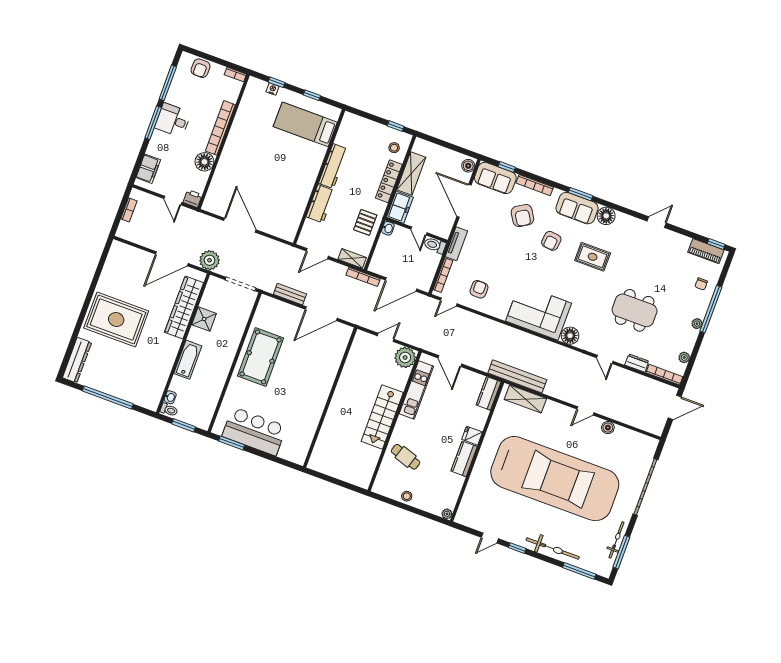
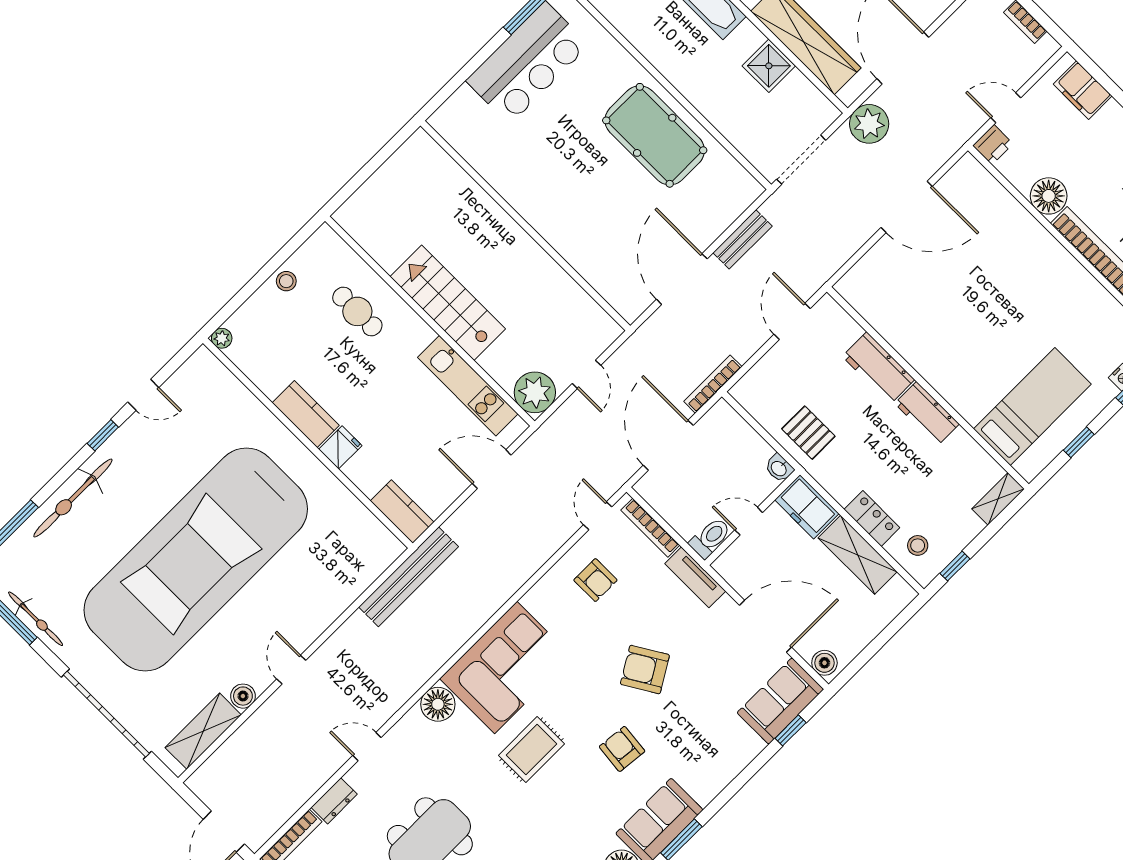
workbench: (333, 166) -> (927, 414), width x0.73
locker: (389, 181) -> (872, 519), width x0.66
bookcase: (535, 185) -> (735, 765), removed
armchair: (522, 216) -> (645, 670), moved
rug: (593, 257) -> (531, 750), moved
shelving: (352, 258) -> (998, 499), moved
shelving: (525, 399) -> (203, 731), moved
cafe table: (406, 457) -> (357, 311), turned 72
door: (490, 538) -> (143, 395), swing flipped

